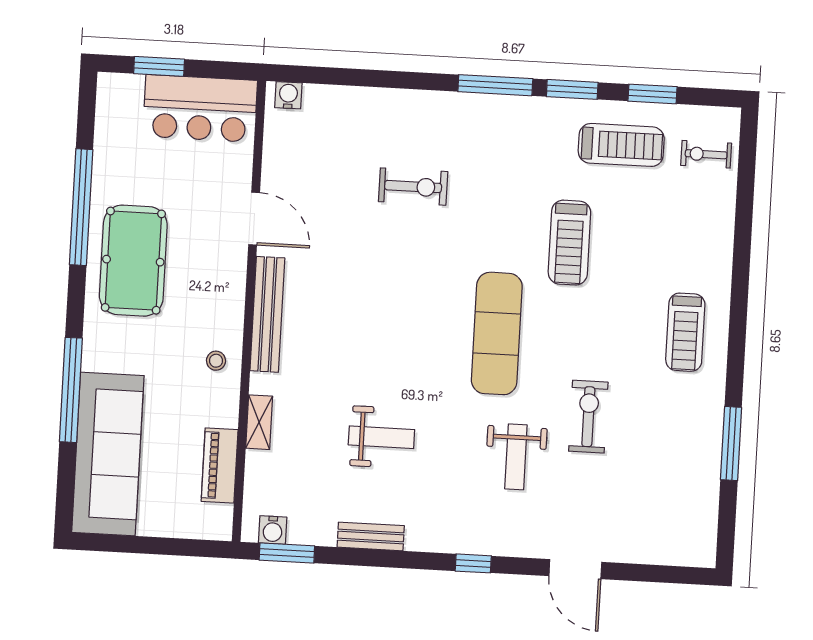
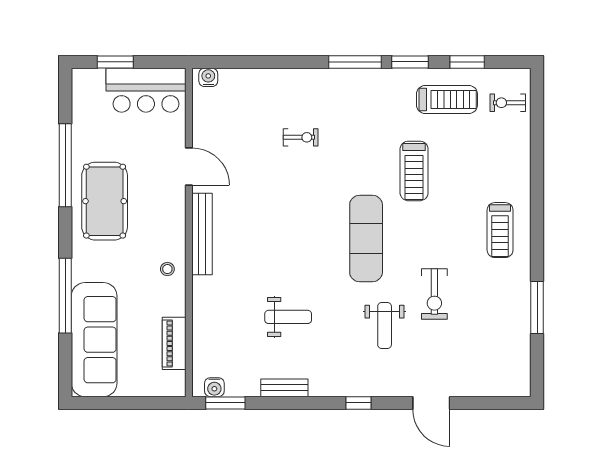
exercise bike: (413, 187) -> (301, 137), width x0.73, depth x0.72
exercise bike: (588, 417) -> (434, 294), turned 180
shelving: (259, 422) -> (200, 311), removed

